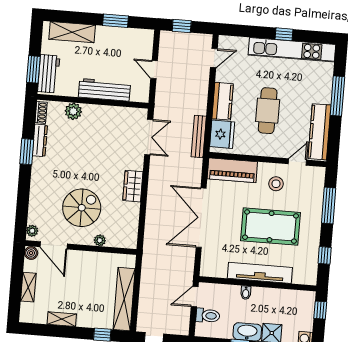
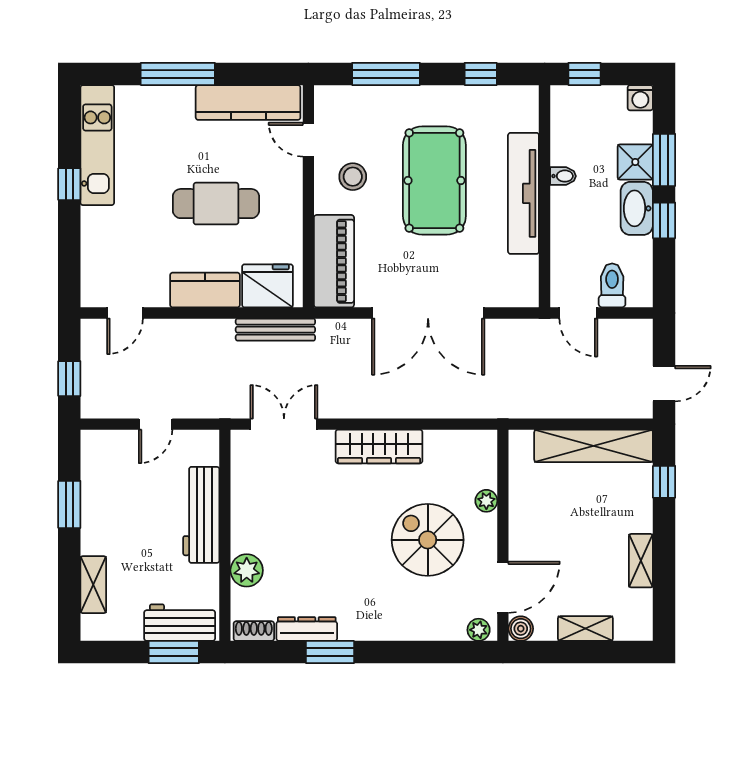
shelving: (72, 32) -> (93, 585), width x0.67, depth x0.75
kitchen unit: (292, 50) -> (97, 145), width x0.73
door: (214, 58) -> (125, 313), swing flipped
wardrobe: (133, 186) -> (379, 446), width x1.50
bidet: (246, 293) -> (563, 176), moved

